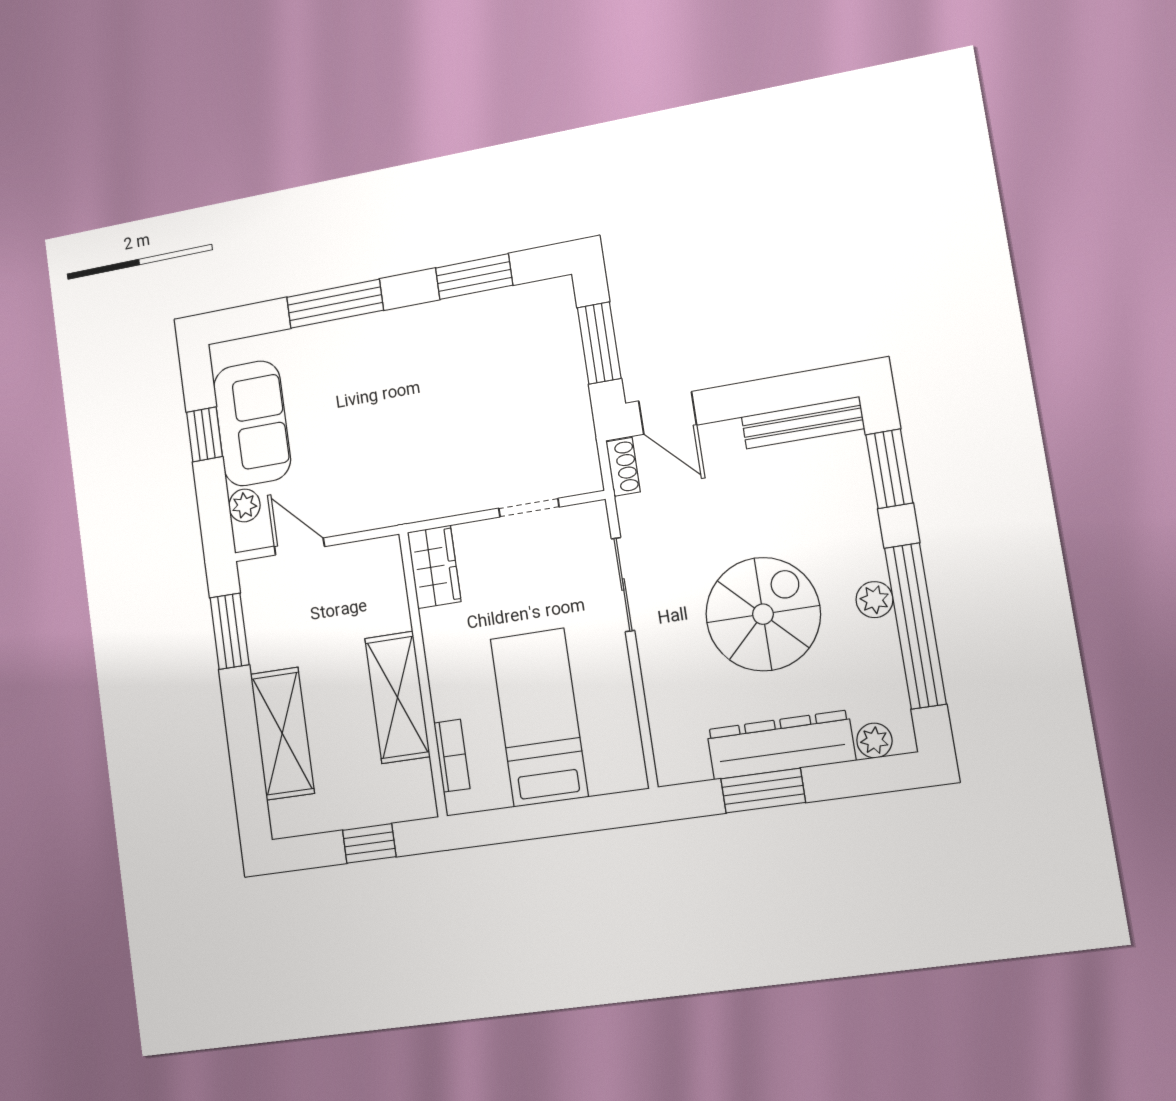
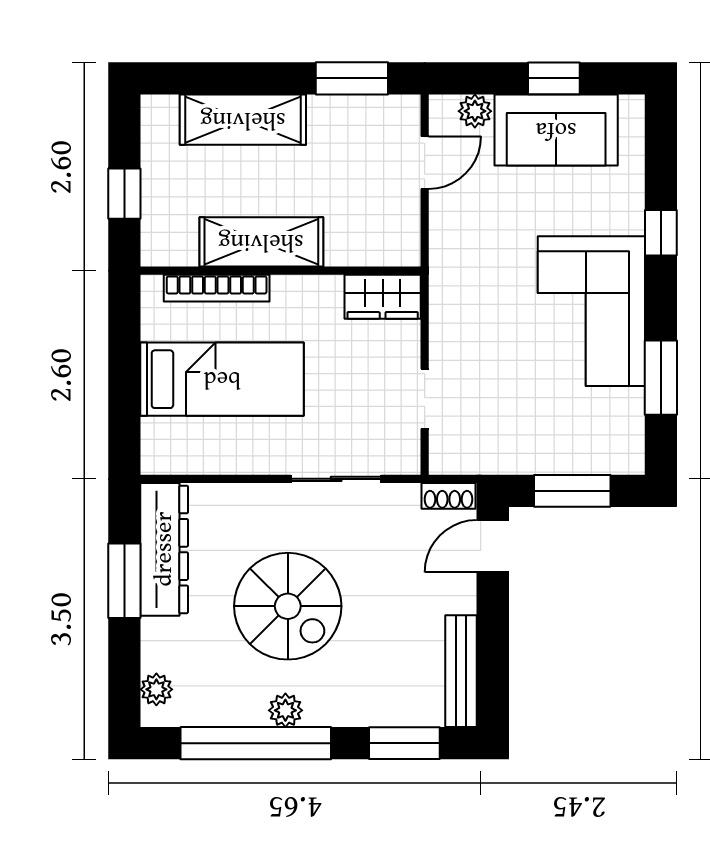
window: (335, 304) -> (661, 233), width x0.46
corner sofa: (419, 357) -> (591, 311), added
dresser: (781, 745) -> (164, 549), moved
bookcase: (452, 756) -> (217, 288), width x1.56

